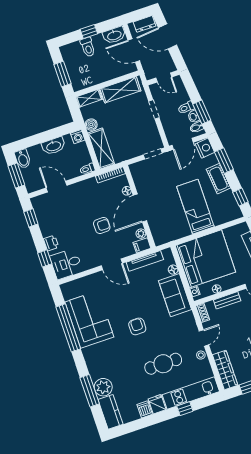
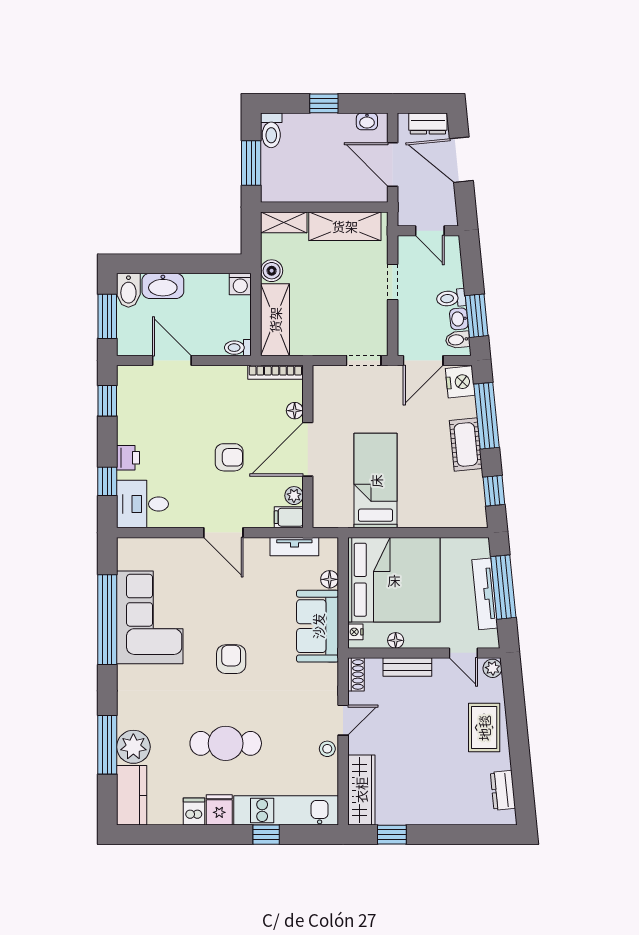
washbasin: (114, 35) -> (367, 121), width x0.52, depth x0.69
toilet: (88, 47) -> (271, 130), moved
washbasin: (53, 146) -> (163, 286), moved
window: (224, 161) -> (486, 416), width x1.44
bed: (195, 207) -> (376, 481), moved
tv unit: (145, 261) -> (294, 547), width x0.71
cafe table: (163, 364) -> (226, 743), moved

